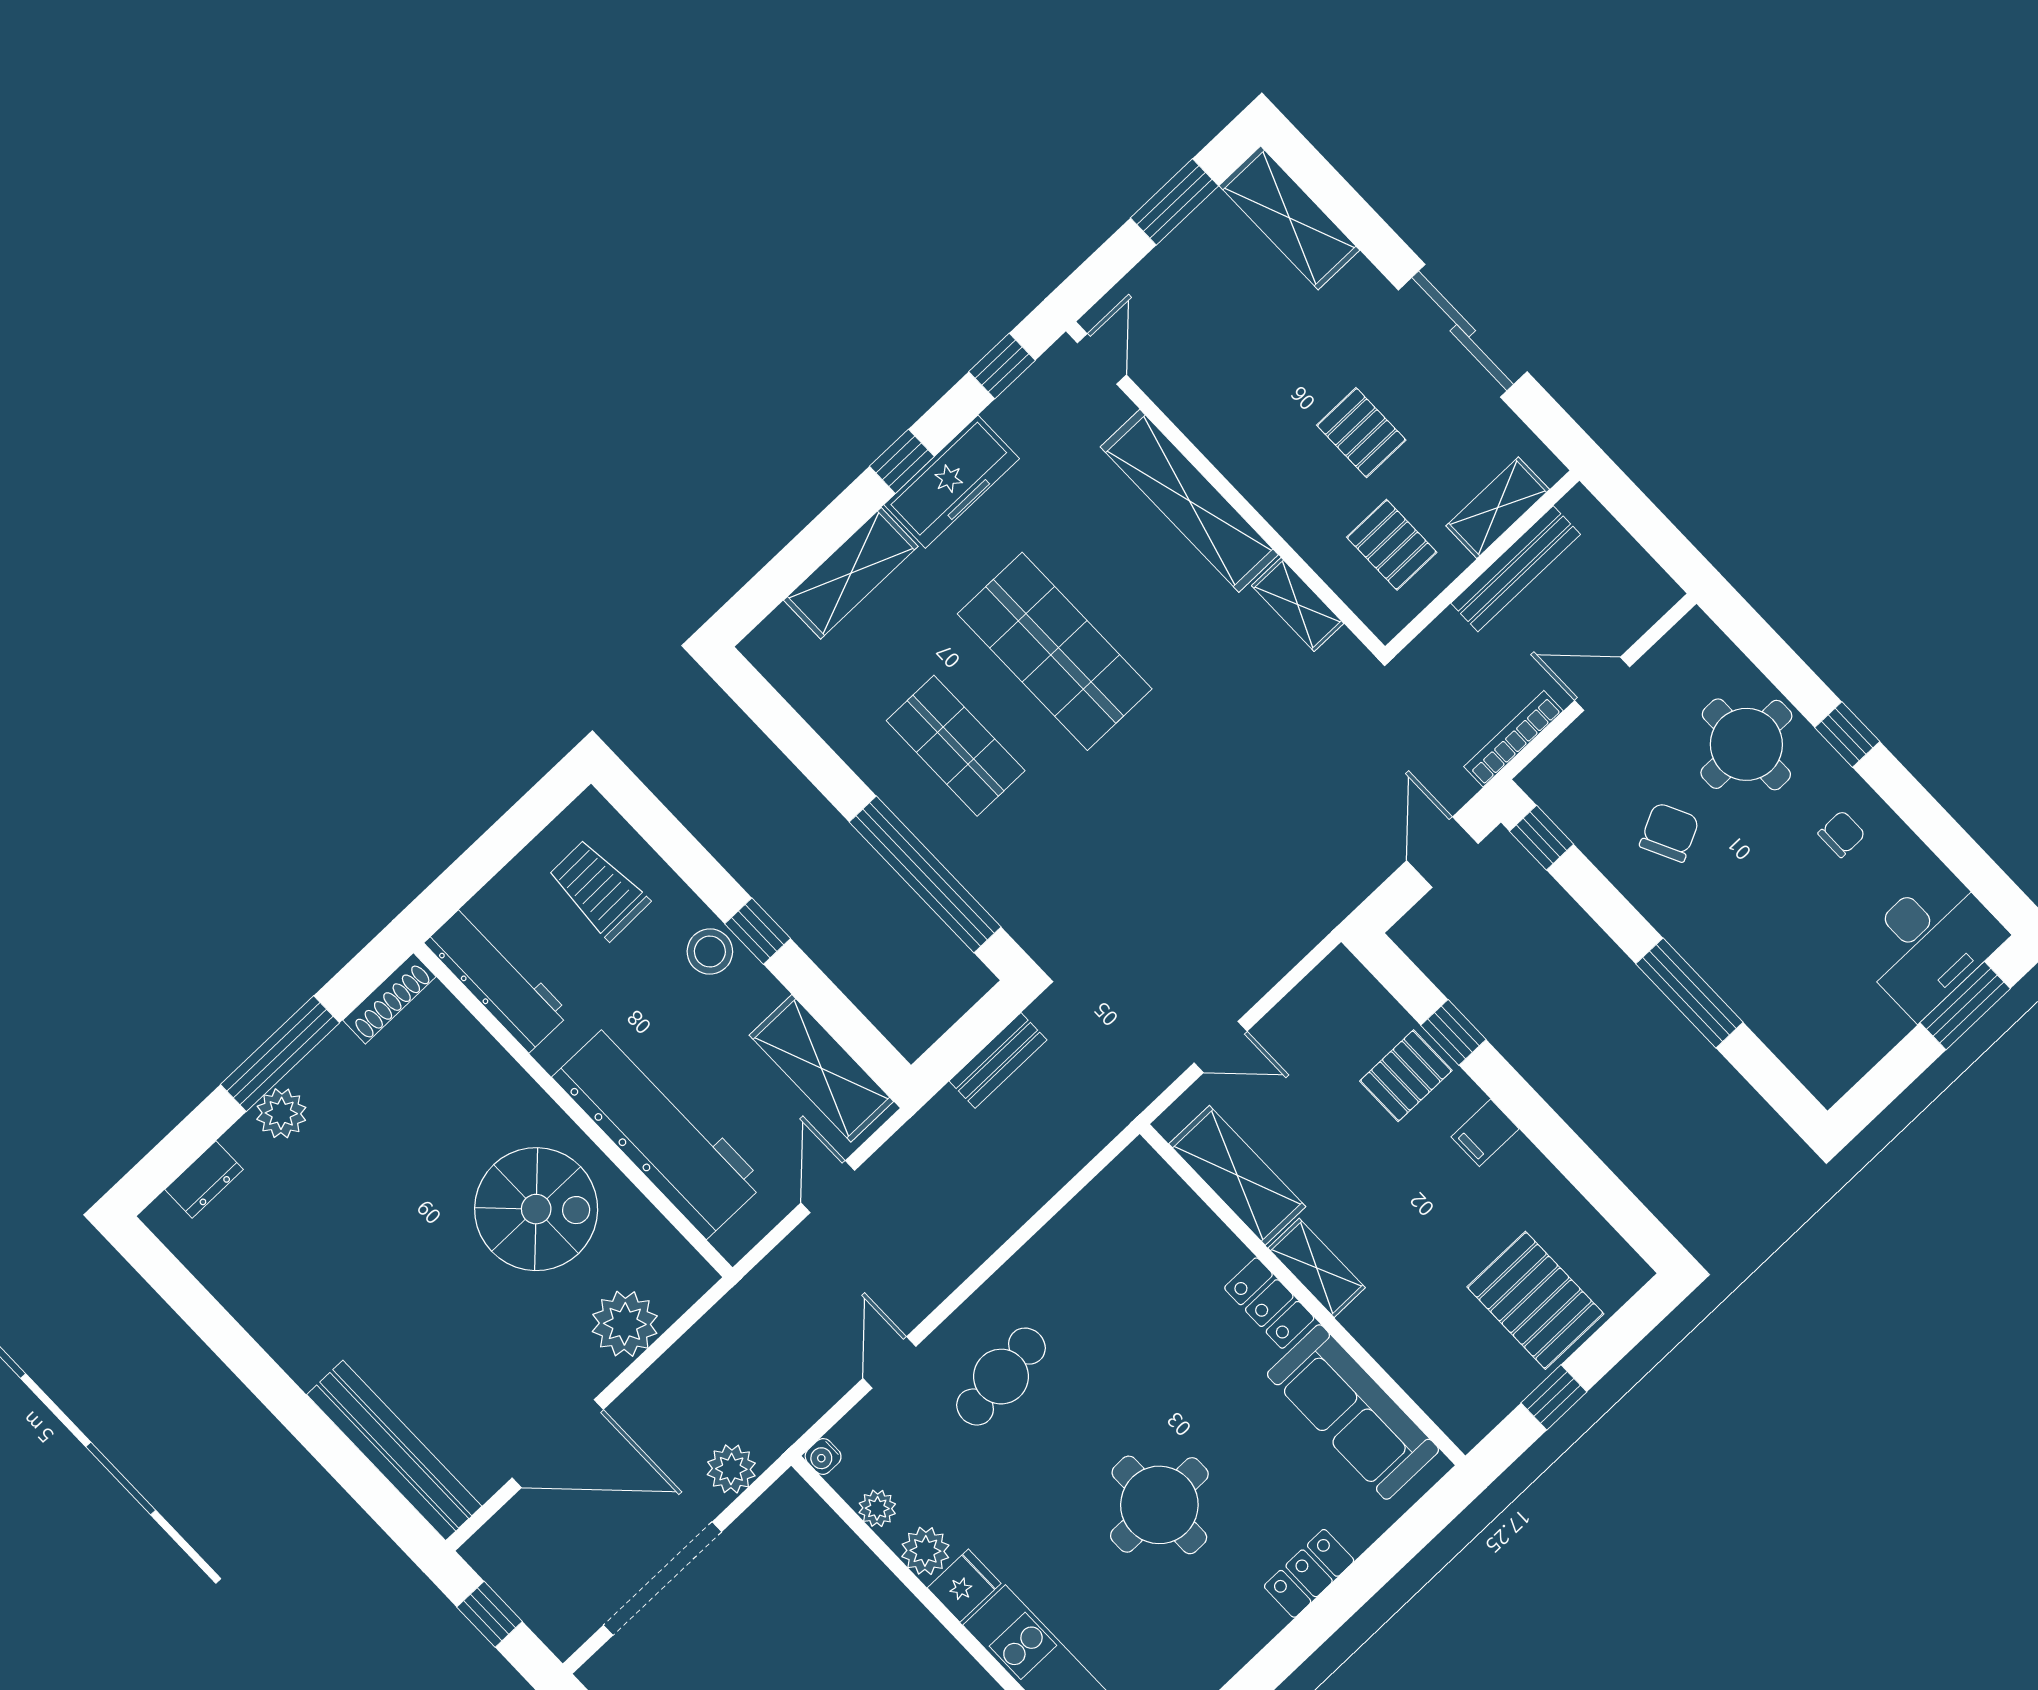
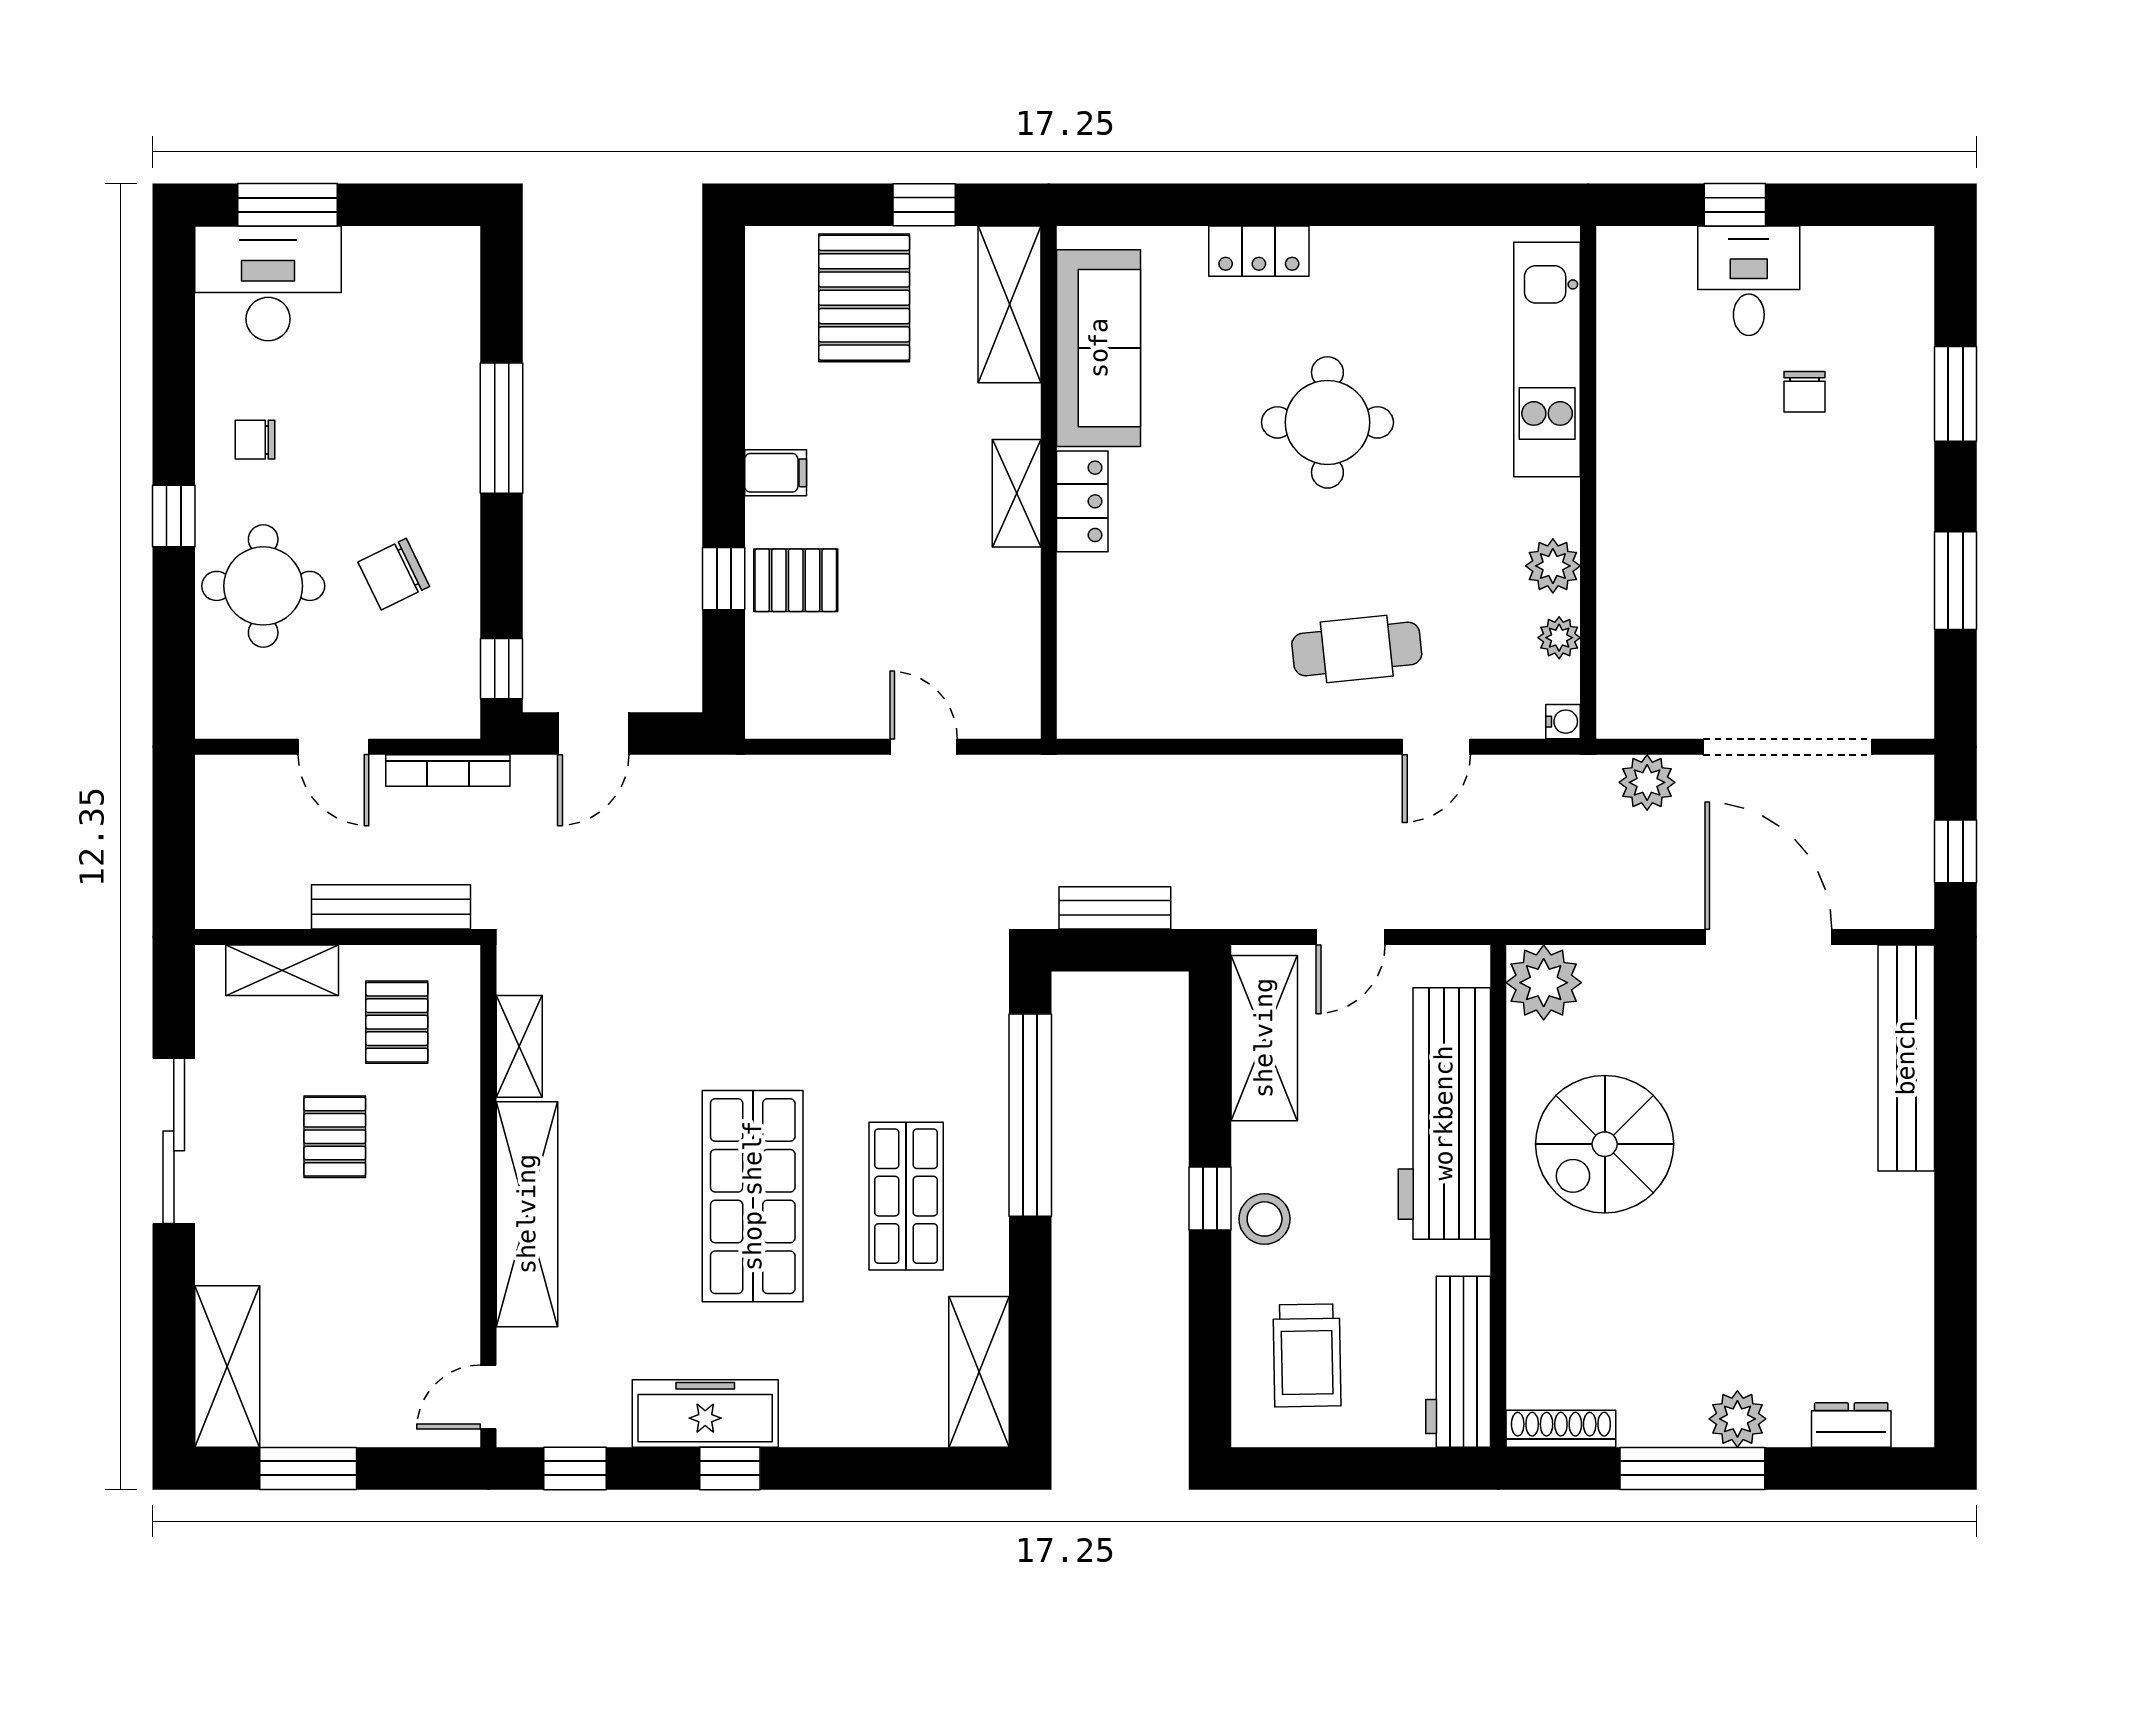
bench: (1516, 569) -> (391, 907), moved
shelving: (851, 573) -> (979, 1372), moved, turned 90
shelving: (1237, 1175) -> (1009, 304), moved
spiral stairs: (536, 1209) -> (1605, 1144), turned -90
plant: (625, 1324) -> (1544, 983), moved
fridge: (964, 1586) -> (1548, 508), removed

